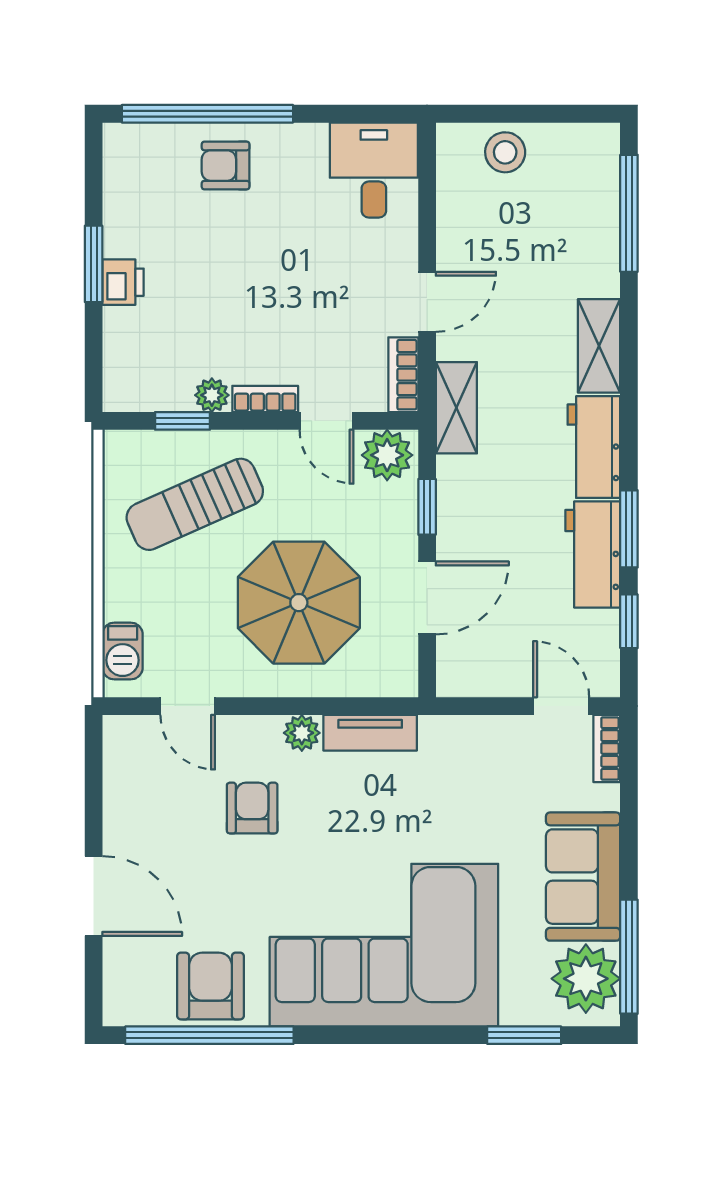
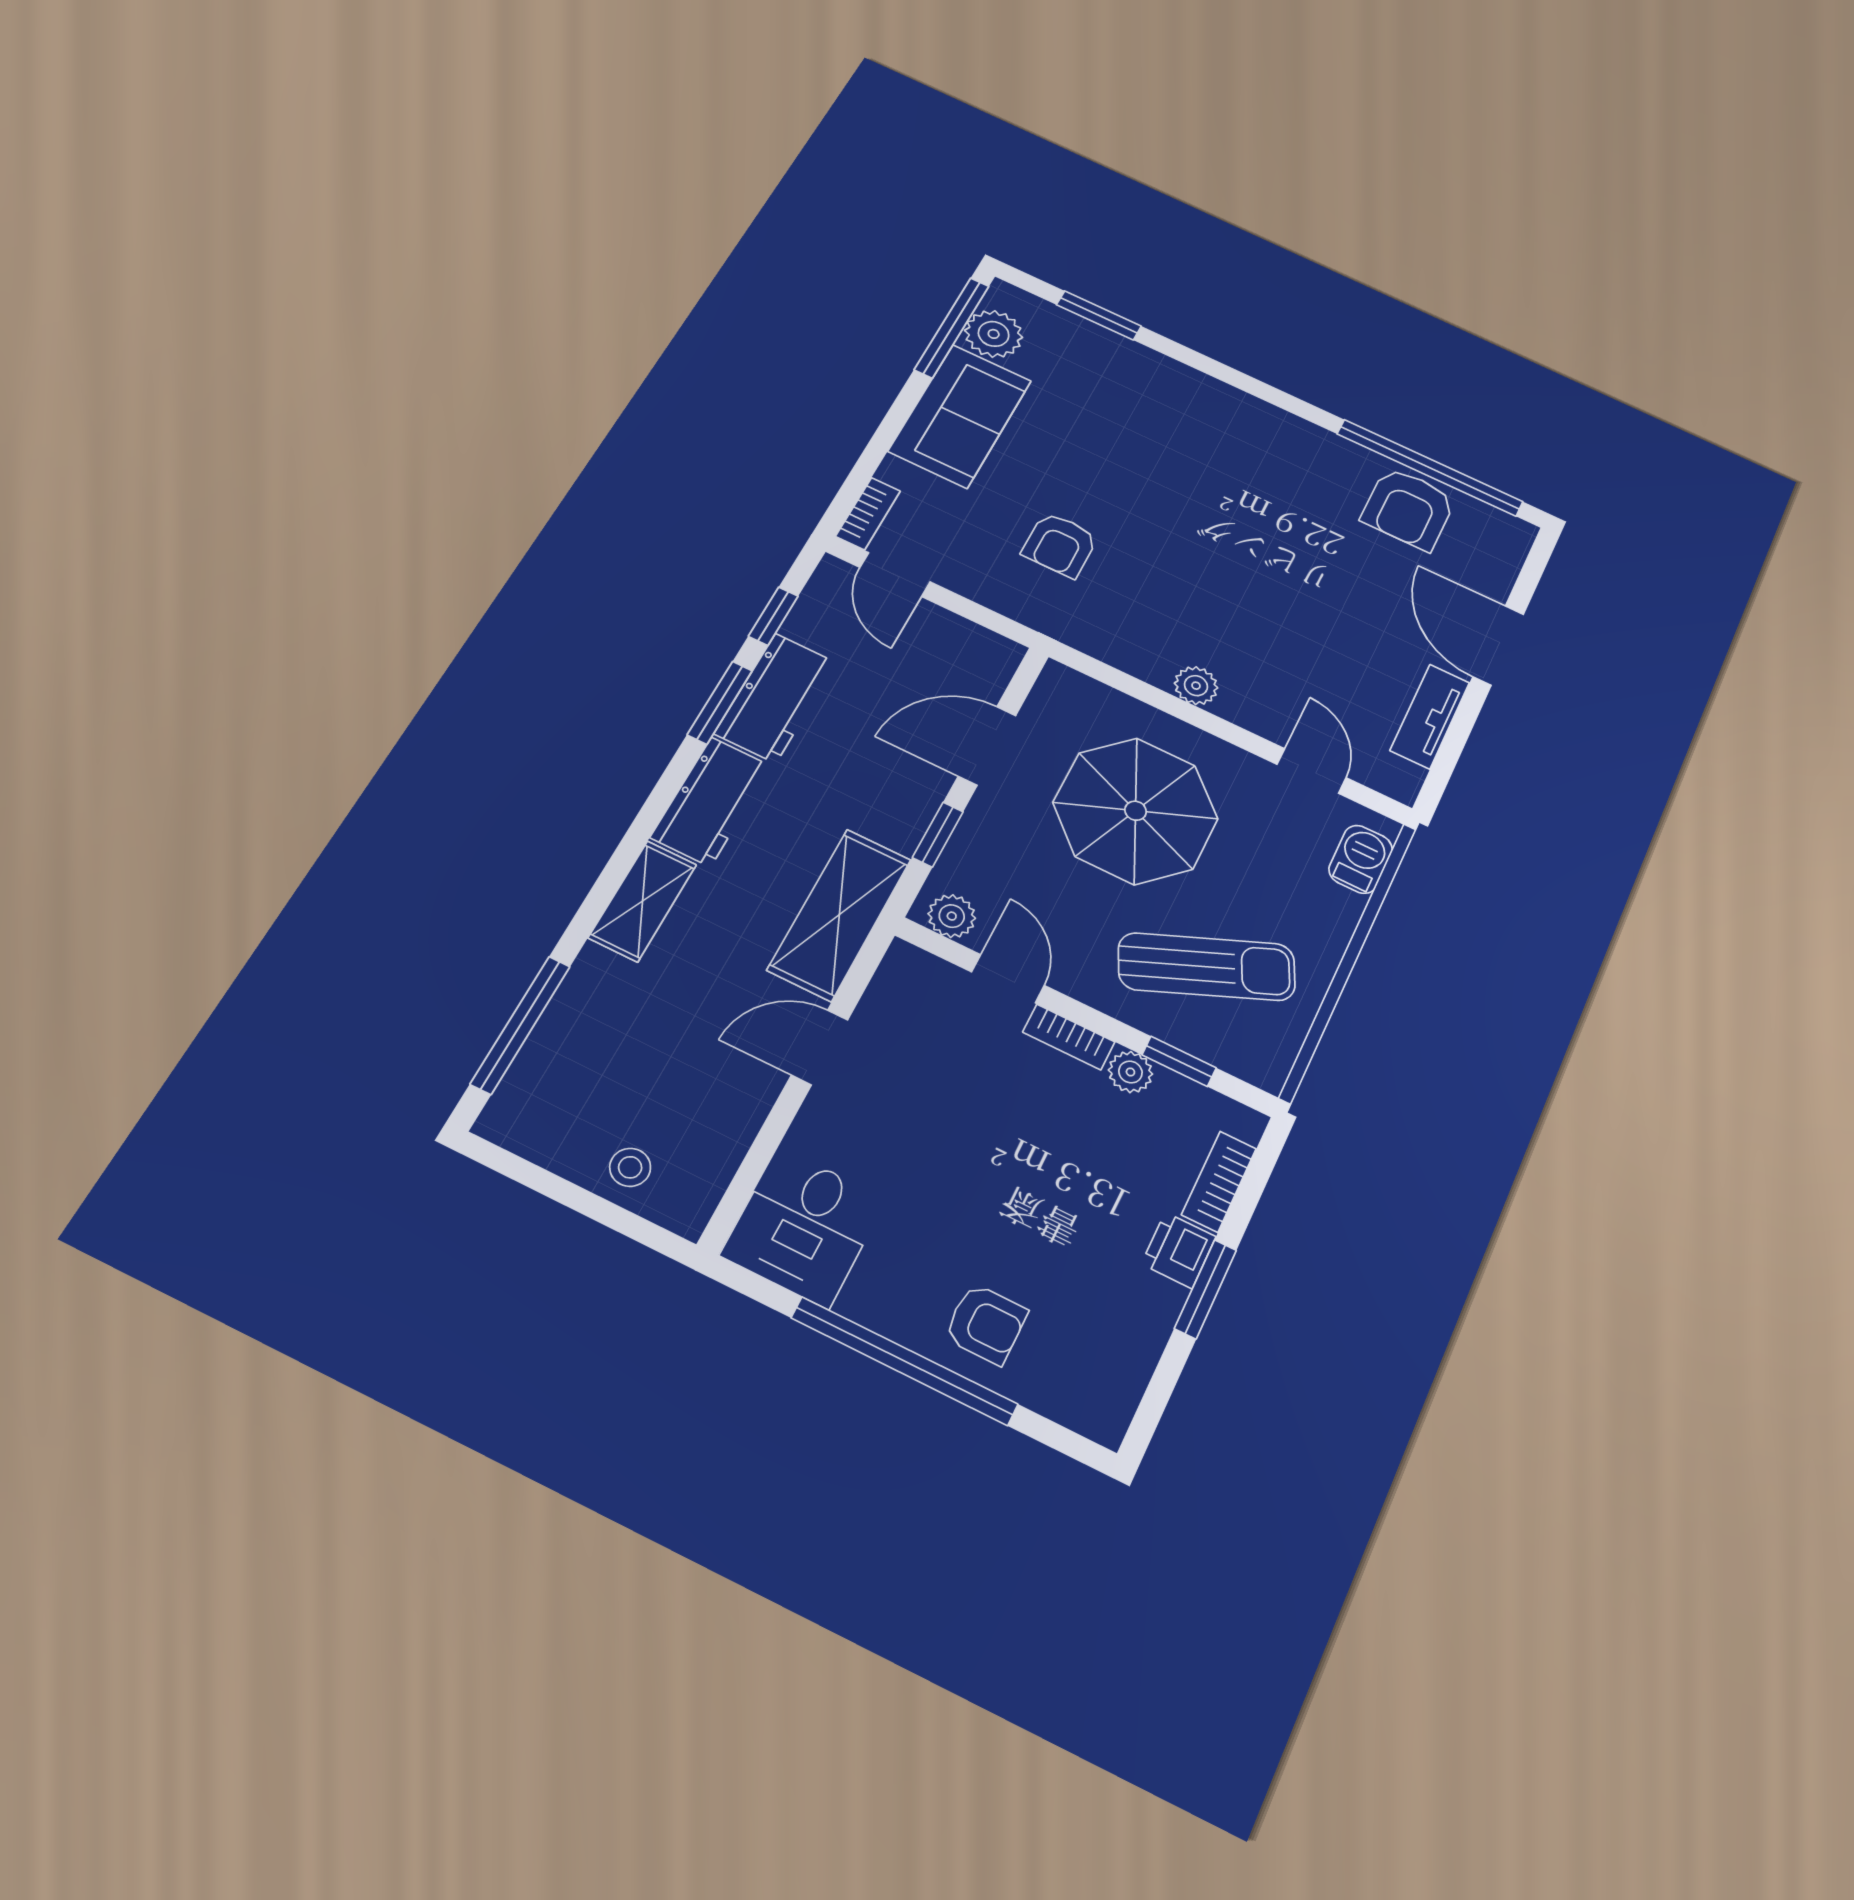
window: (207, 114) -> (904, 1361), moved
stool: (505, 152) -> (630, 1167), width x0.73, depth x0.73
bookcase: (403, 375) -> (1219, 1182), moved, turned 180
shelving: (456, 408) -> (839, 915), width x1.50, depth x1.33
plant: (387, 455) -> (952, 916), width x0.73, depth x0.73
tv unit: (370, 733) -> (1430, 716), moved, turned -90
armchair: (252, 808) -> (1060, 545), moved
corner sofa: (384, 945) -> (1205, 457), removed
plant: (586, 979) -> (994, 334), width x0.73, depth x0.73

